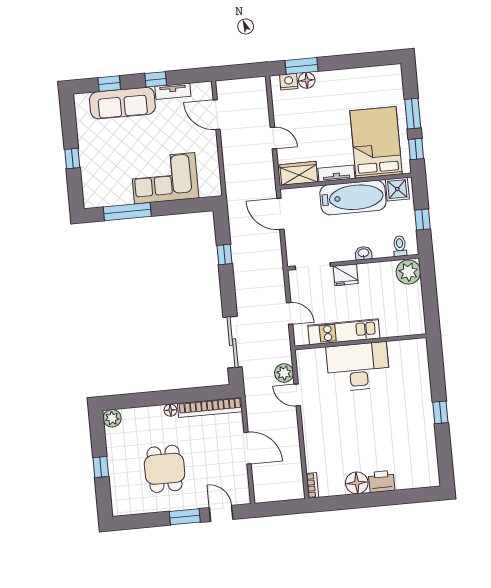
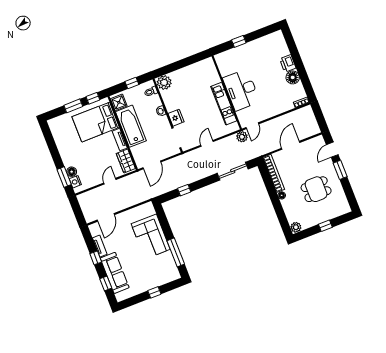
kitchen unit: (344, 332) -> (224, 104), moved
wall: (361, 342) -> (227, 92), moved
desk: (358, 367) -> (241, 90), moved

